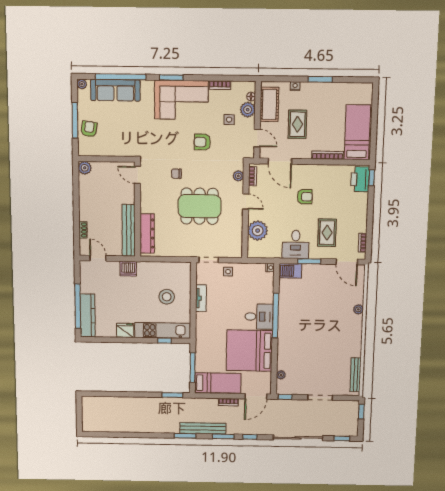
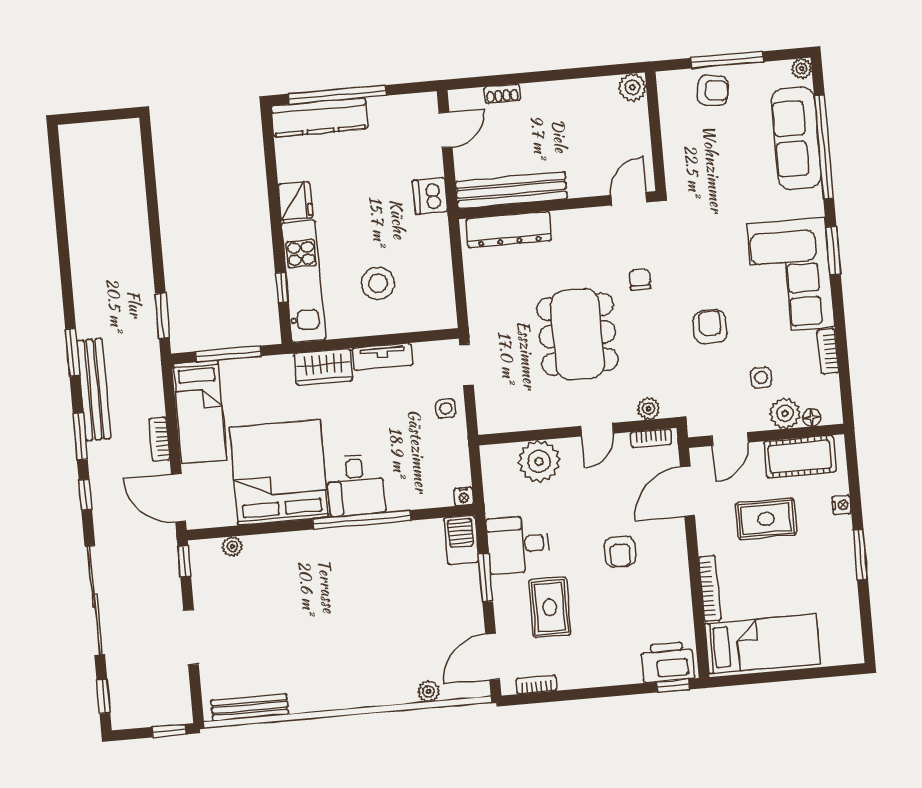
rug: (327, 233) -> (550, 607), turned 90
plant: (358, 309) -> (429, 691), moved
wardrobe: (203, 326) -> (323, 367), added

